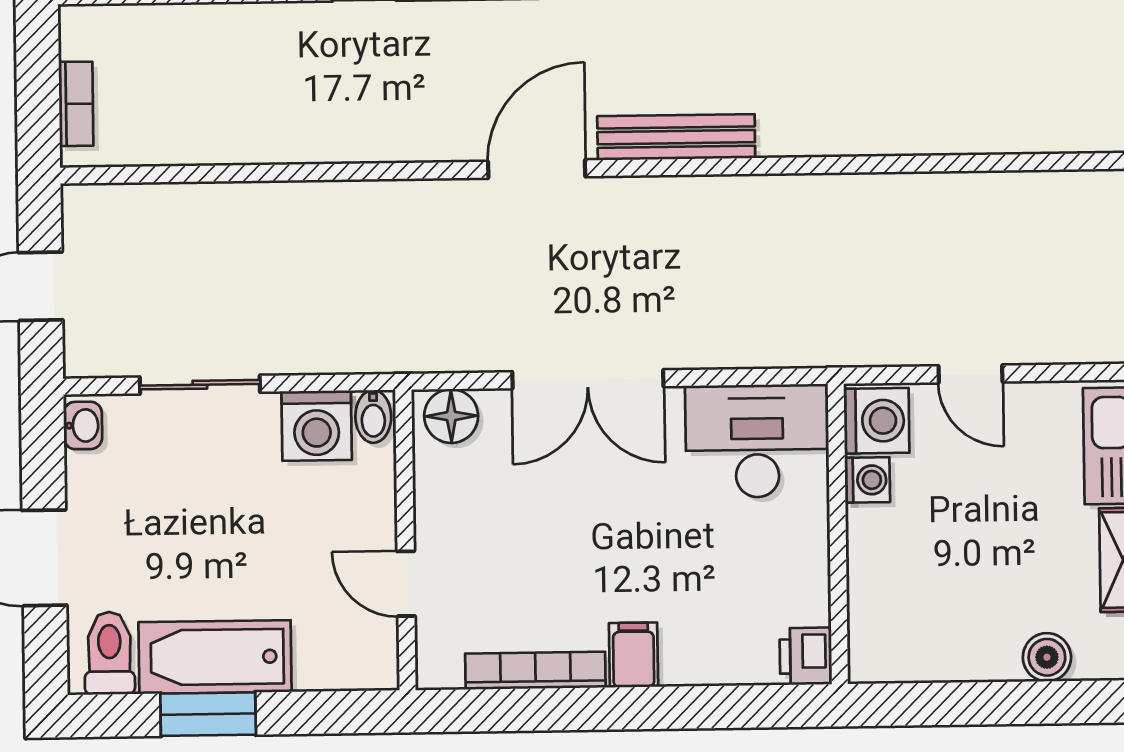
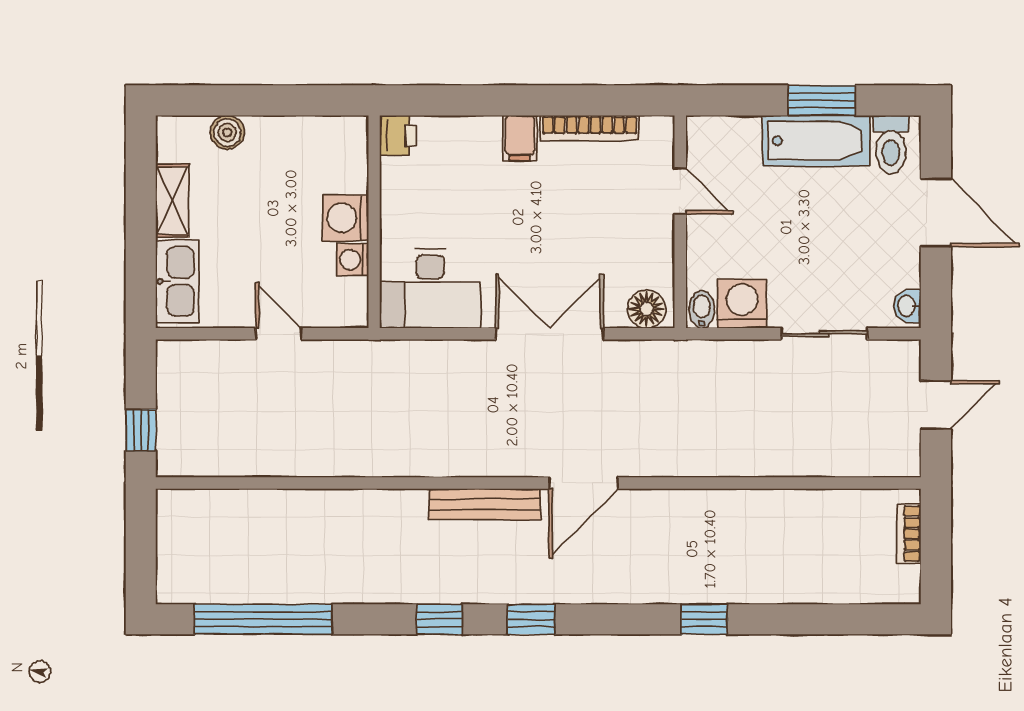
washing machine: (877, 421) -> (346, 218), moved

